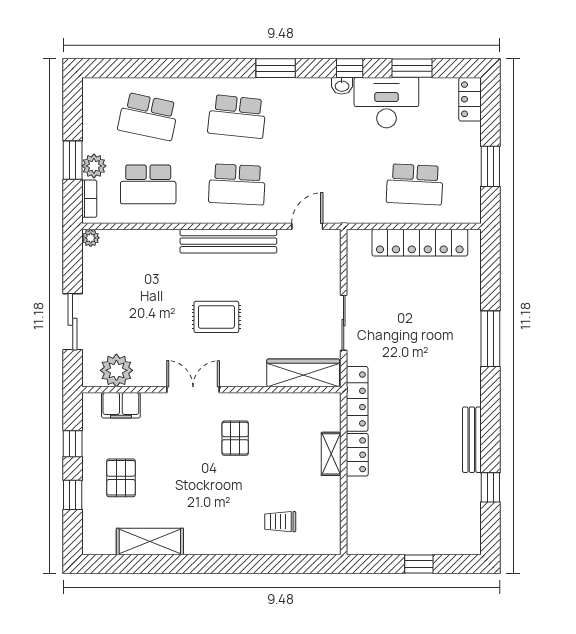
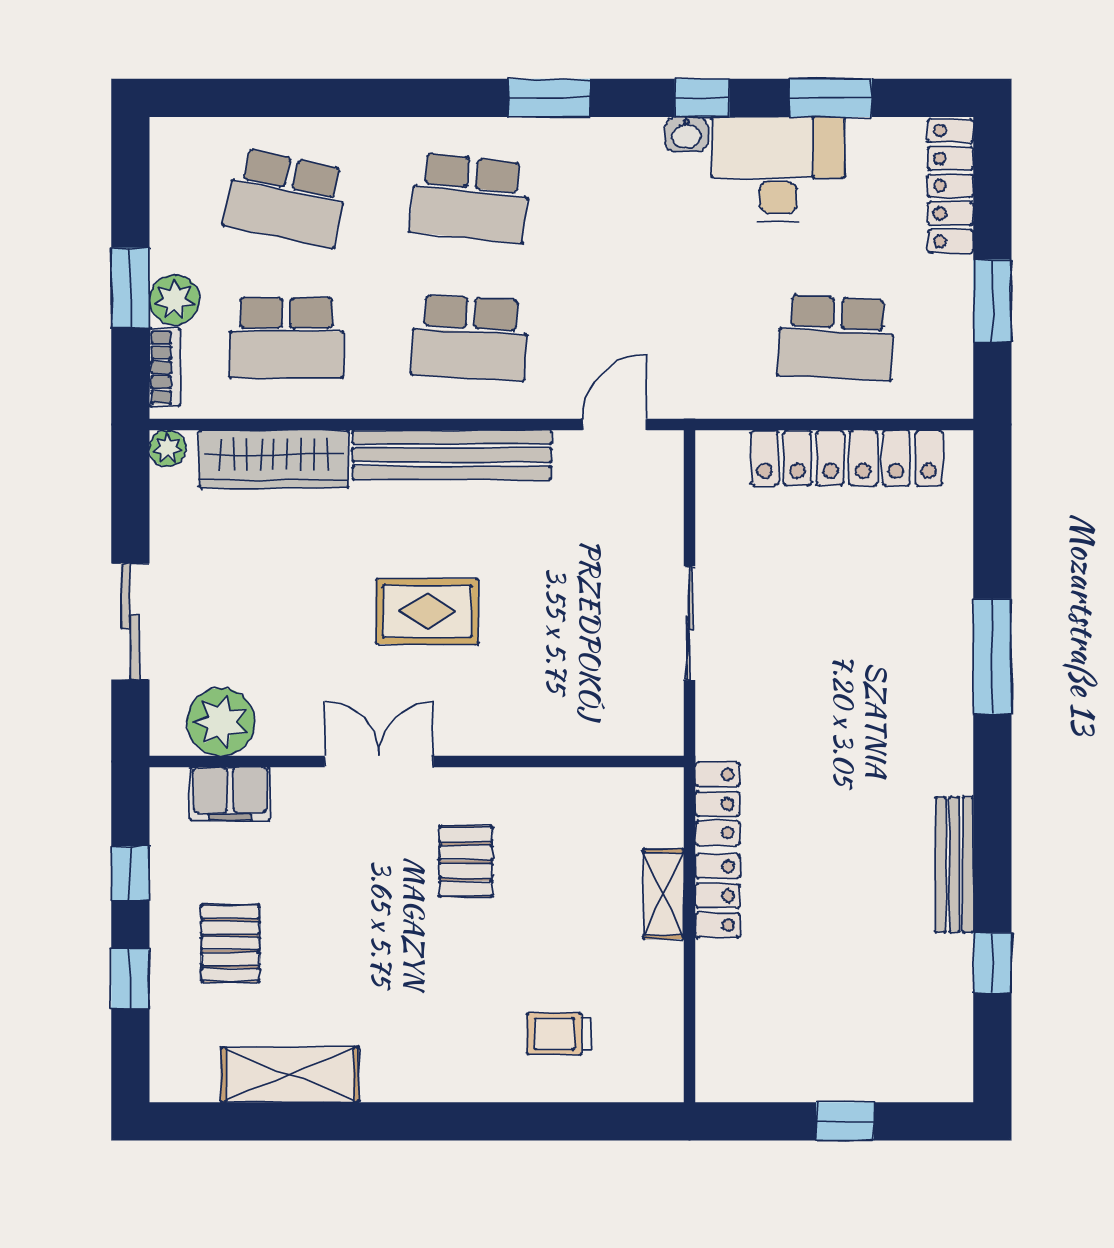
locker: (470, 99) -> (951, 186), width x1.53
wardrobe: (303, 373) -> (274, 459), moved, turned 180
locker: (357, 399) -> (717, 804), width x0.66

